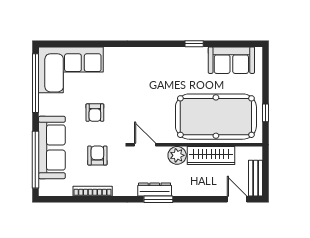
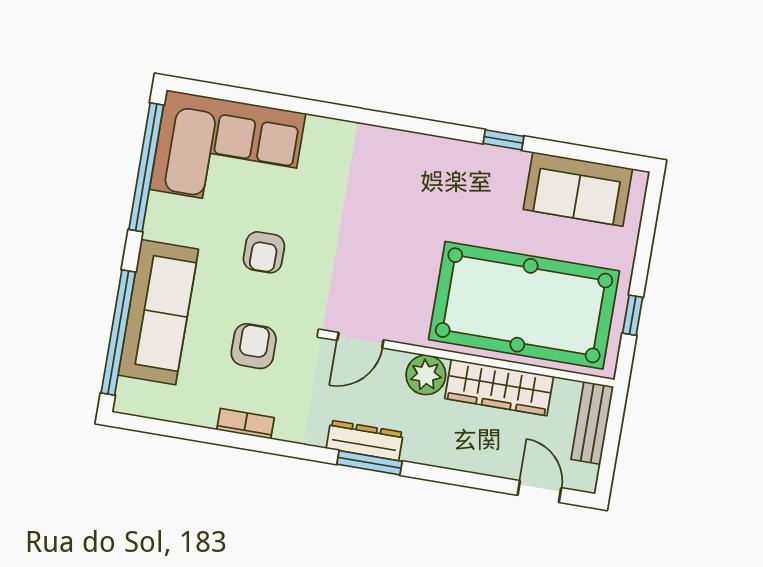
door: (145, 145) -> (360, 340), swing flipped
bench: (256, 178) -> (592, 423), moved
bookcase: (93, 191) -> (245, 424), width x0.64

